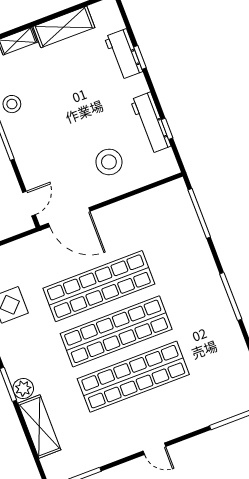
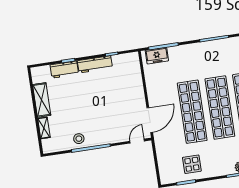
workbench: (151, 123) -> (95, 64), moved
stool: (109, 162) -> (123, 91), removed
door: (29, 204) -> (137, 141), hinge flipped
freezer: (181, 206) -> (157, 56), added

